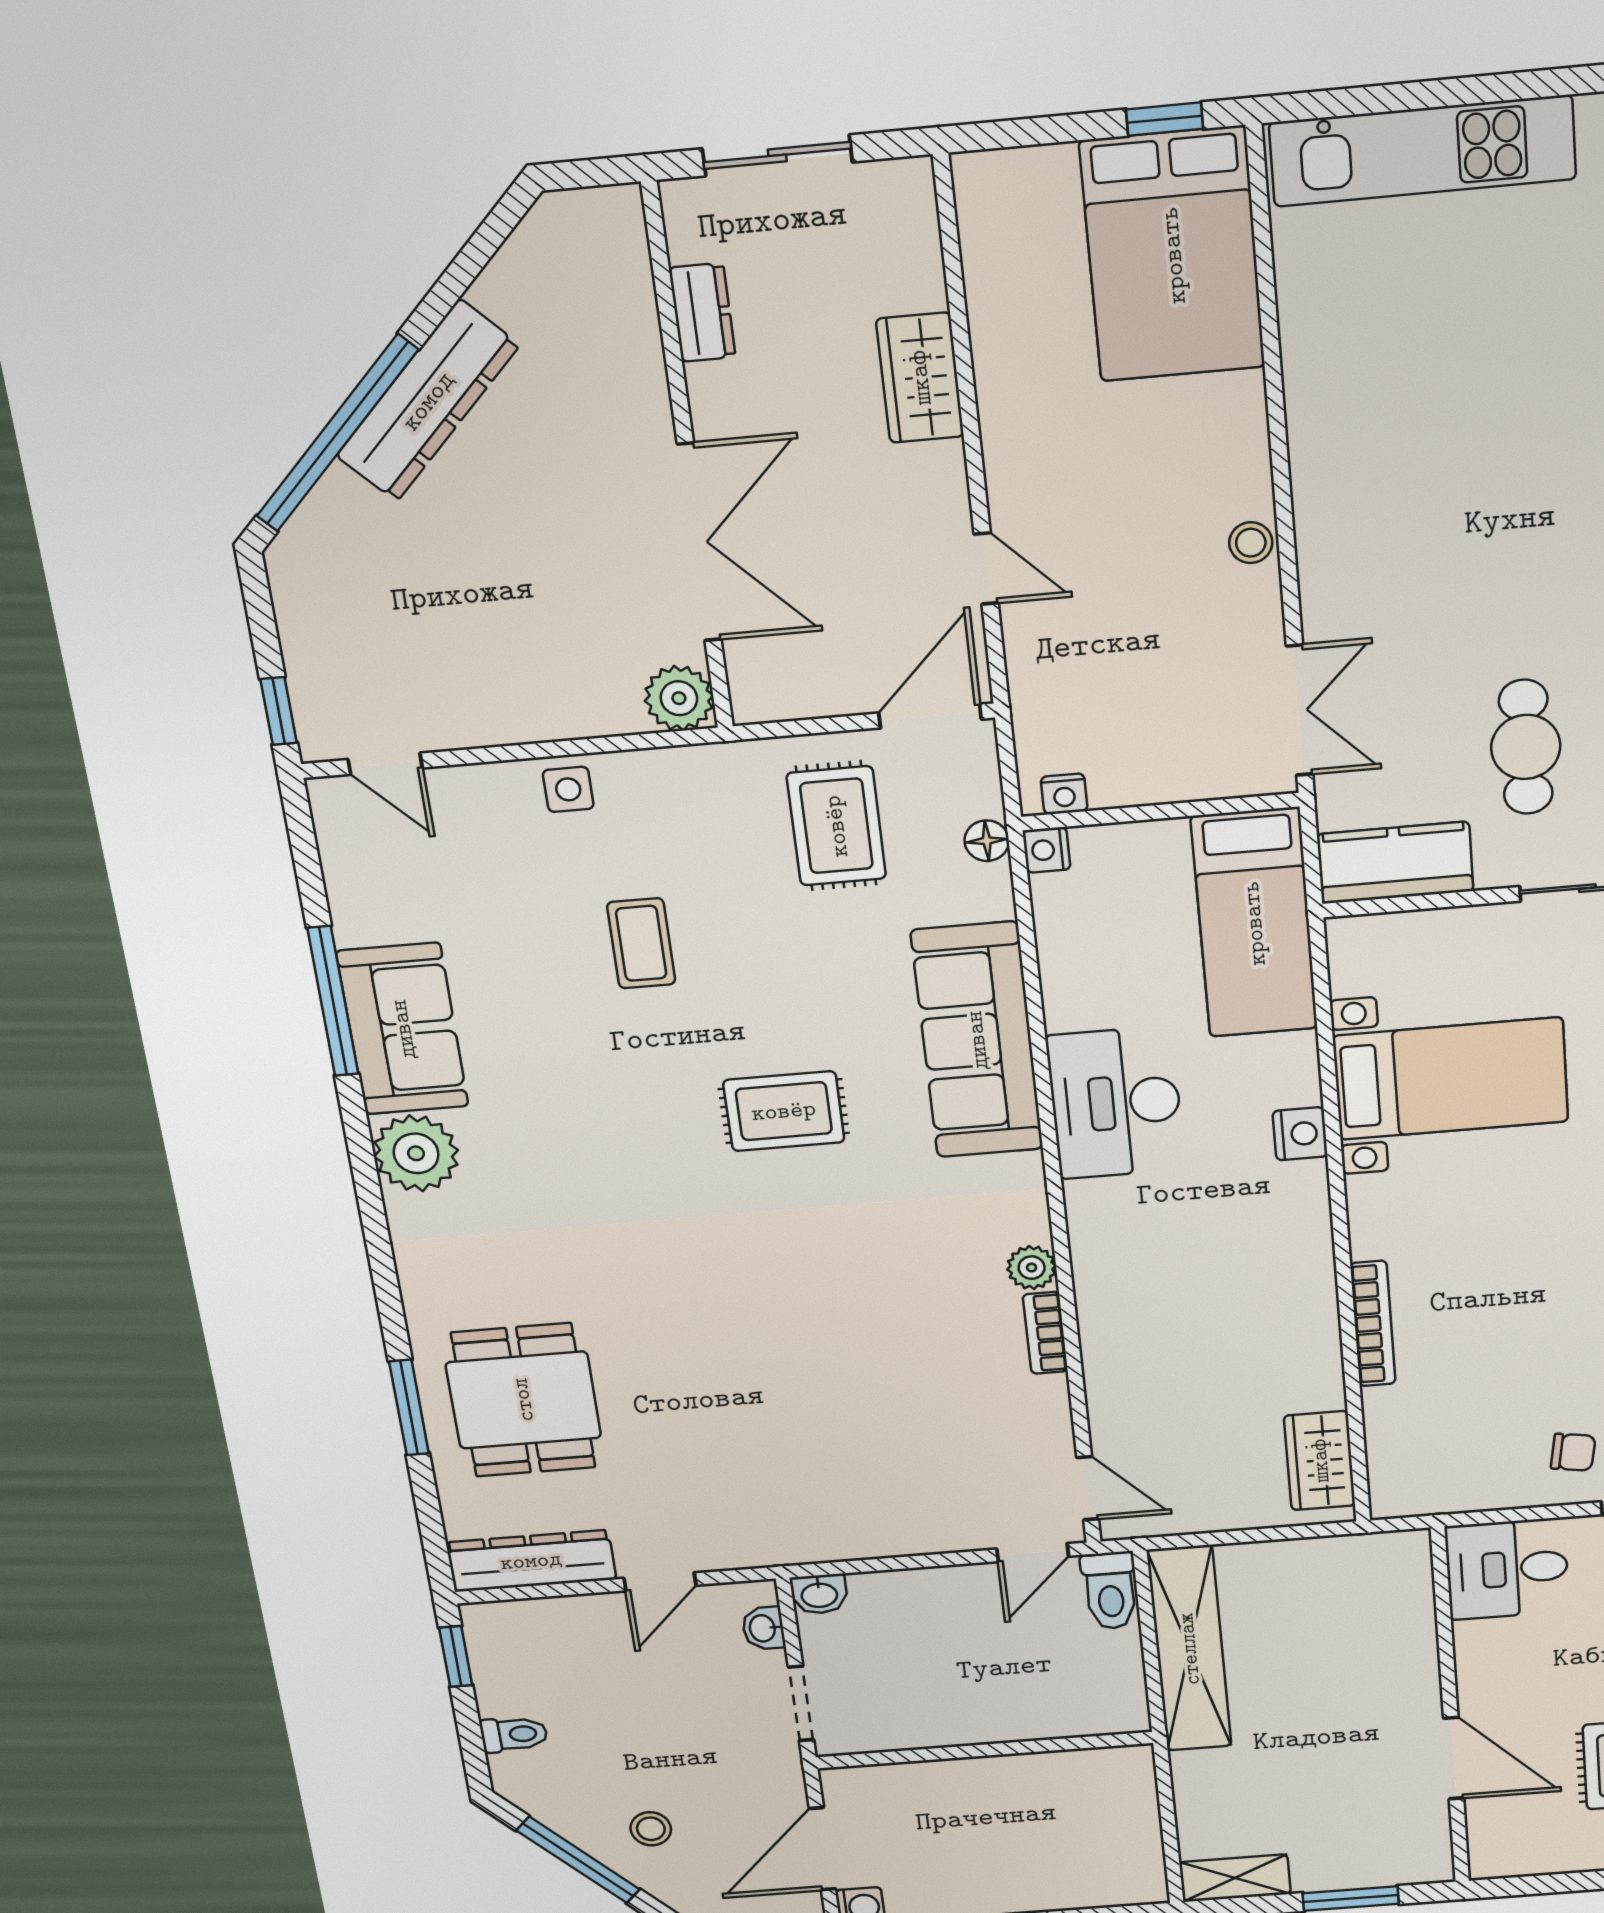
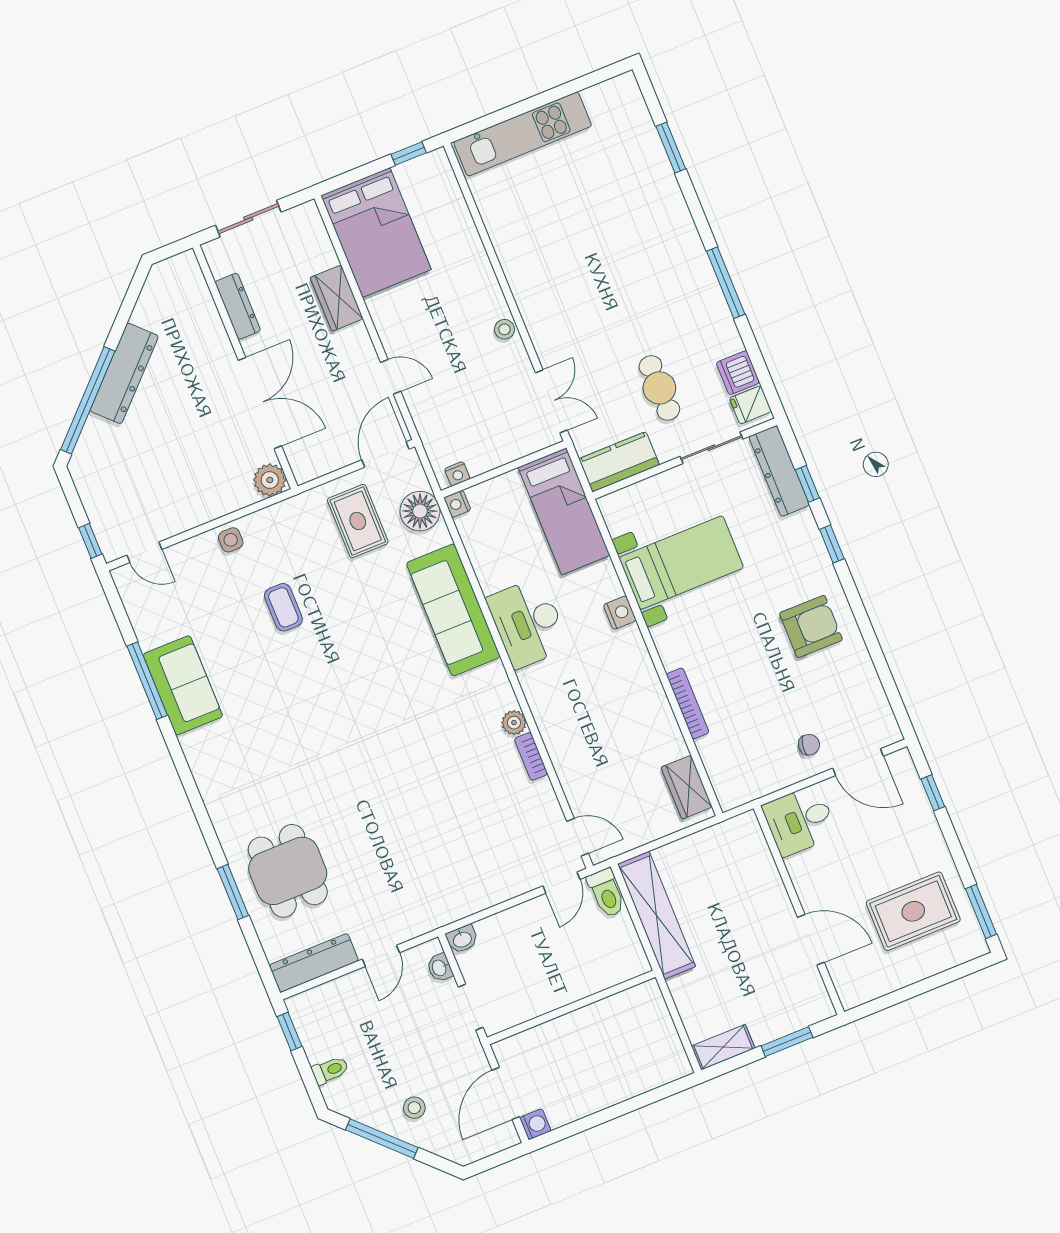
bed: (1173, 255) -> (376, 233), moved
dresser: (702, 312) -> (238, 306), width x1.44
floor lamp: (987, 841) -> (420, 511), width x1.89, depth x1.89
rug: (784, 1111) -> (373, 674), removed
plant: (416, 1153) -> (204, 750), removed

